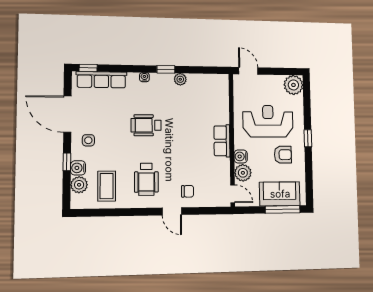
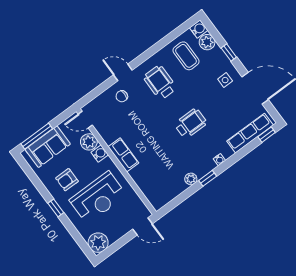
water cooler: (78, 168) -> (199, 29), moved

